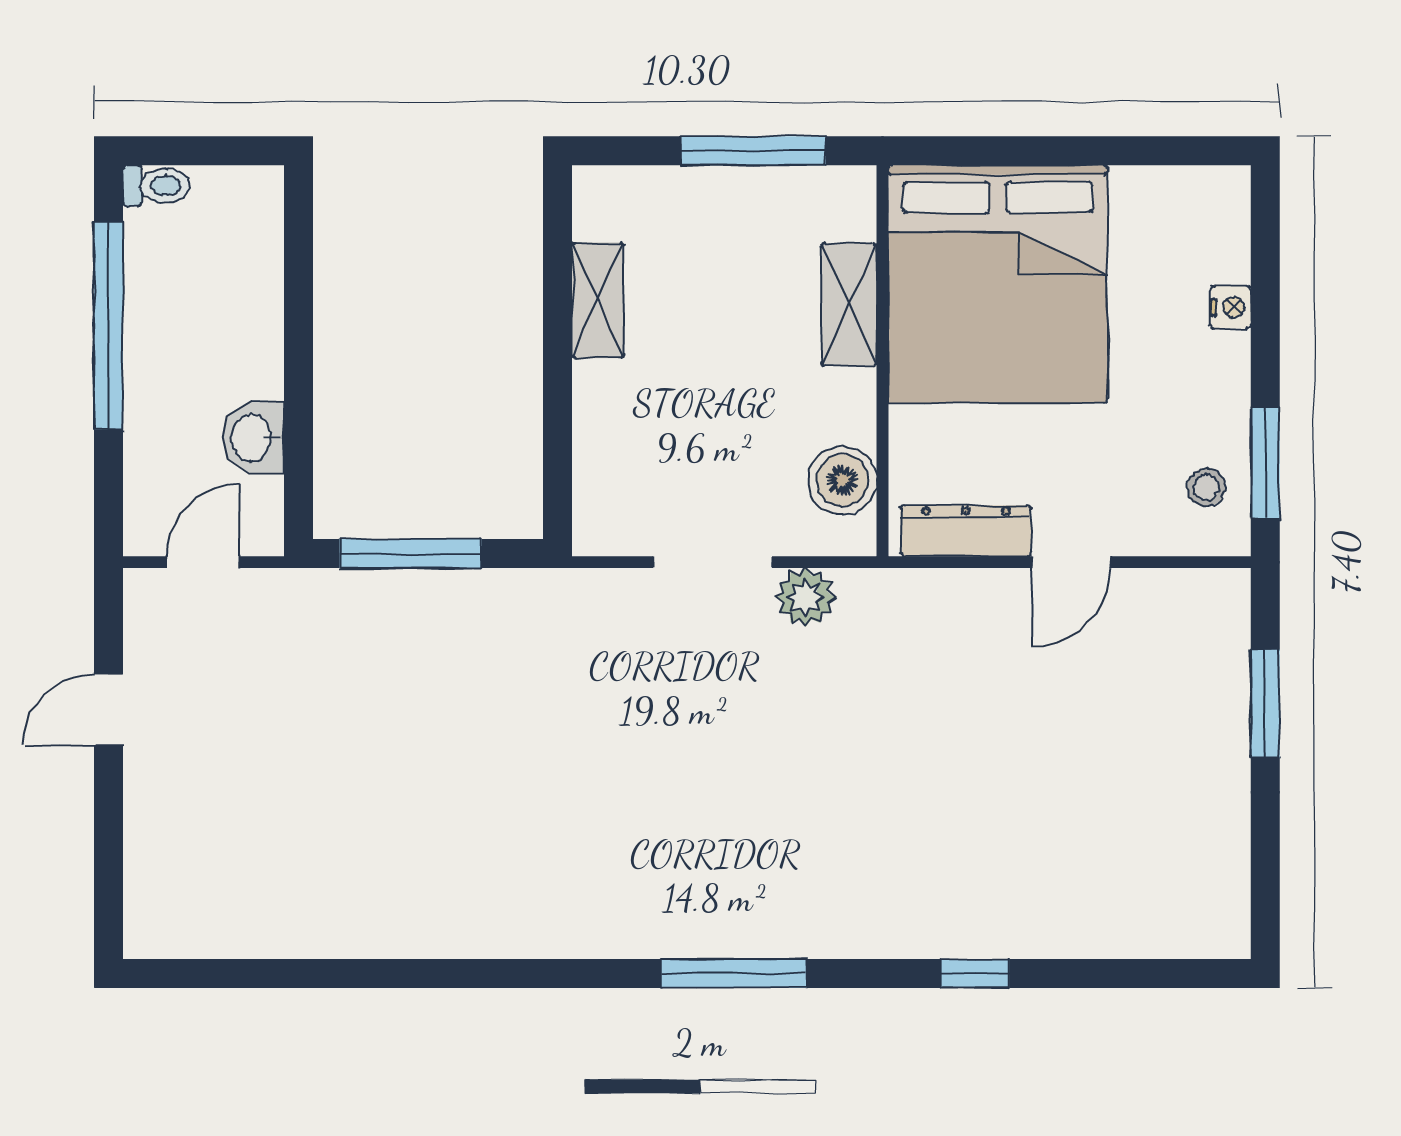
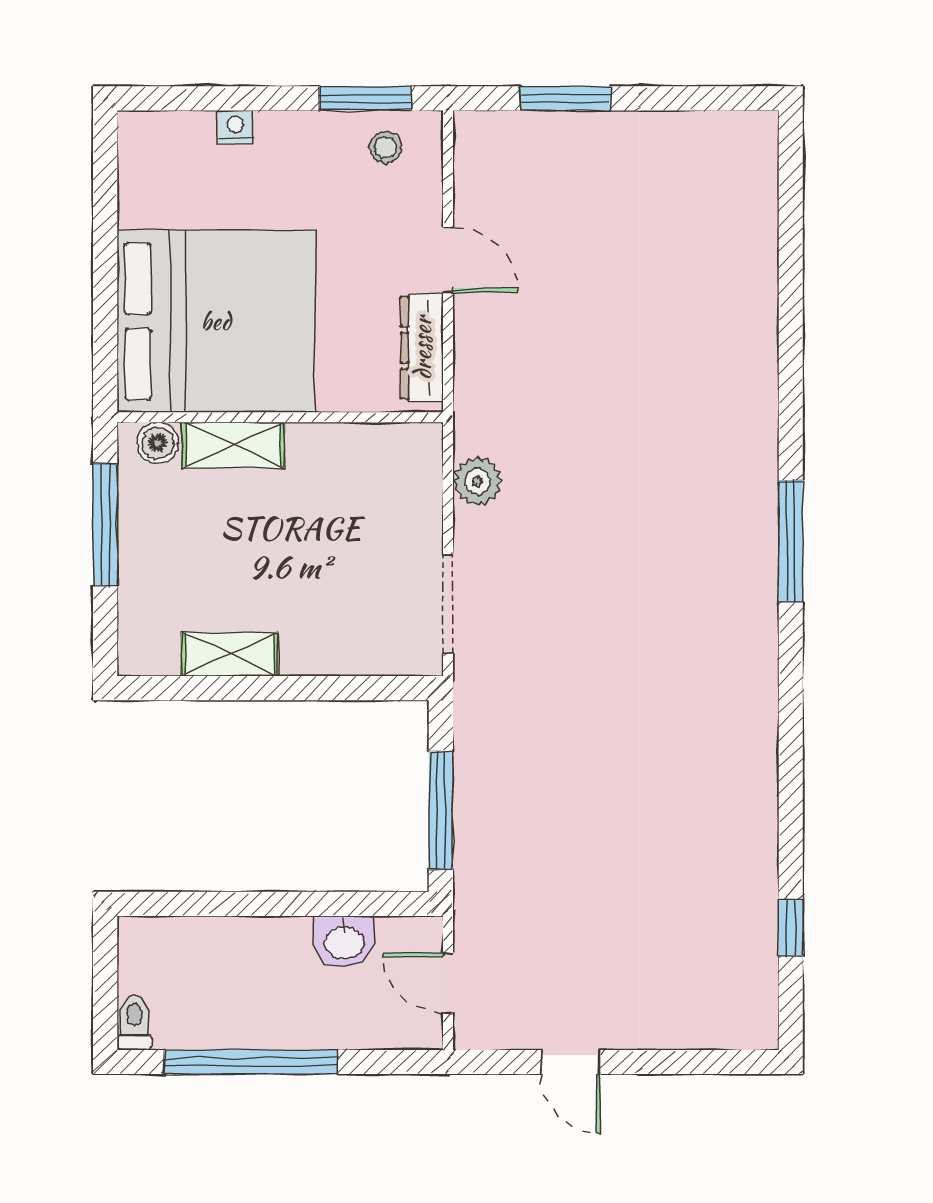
boiler: (842, 480) -> (157, 443), moved, width x0.73, depth x0.73
doorway: (713, 562) -> (448, 604), moved
window: (975, 974) -> (791, 928), moved

